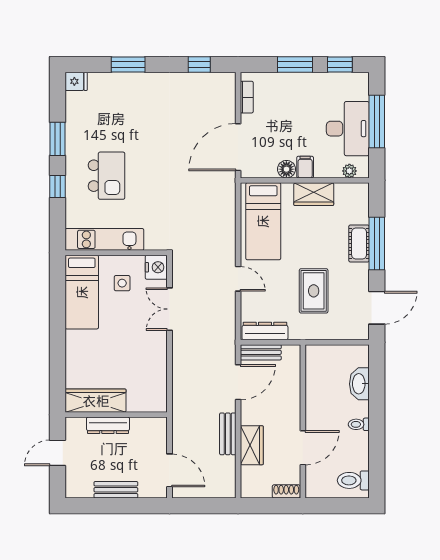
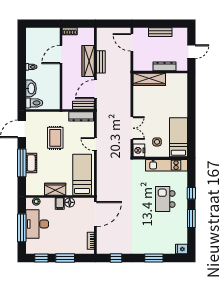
wardrobe: (96, 401) -> (149, 79), moved
wardrobe: (252, 445) -> (88, 61), width x1.50
toilet: (353, 480) -> (34, 103), moved

